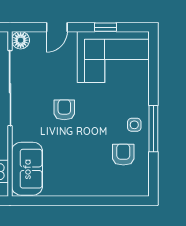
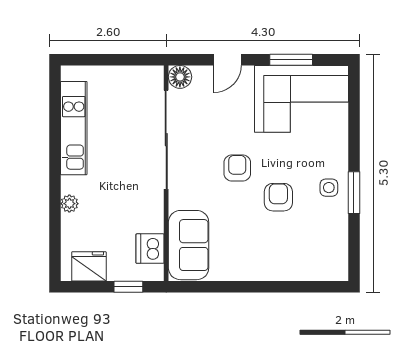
window: (105, 27) -> (291, 60), width x1.50
window: (153, 129) -> (354, 193), width x0.69
armchair: (123, 155) -> (278, 197), moved

